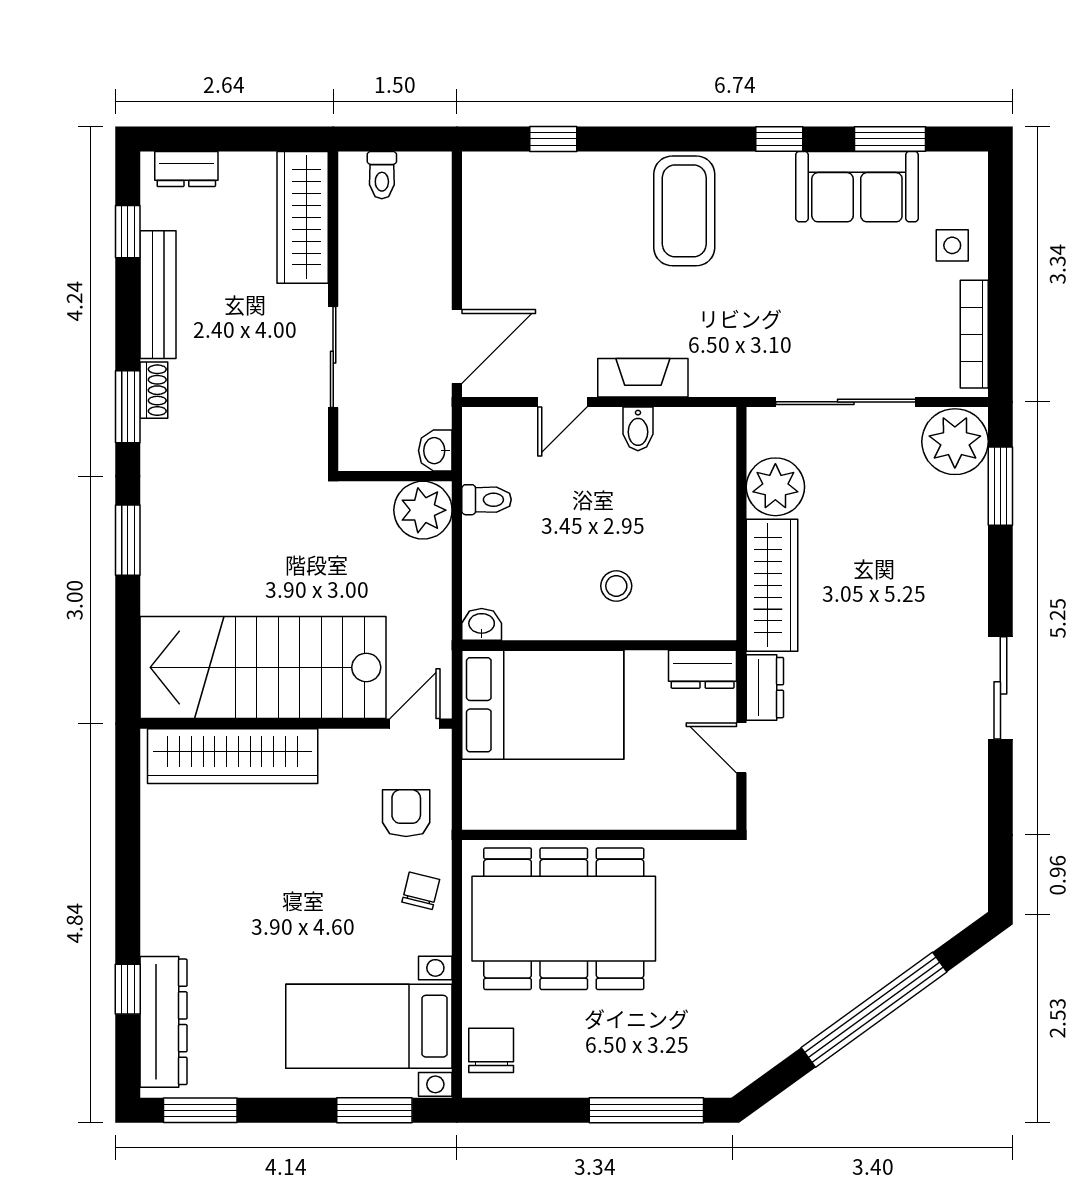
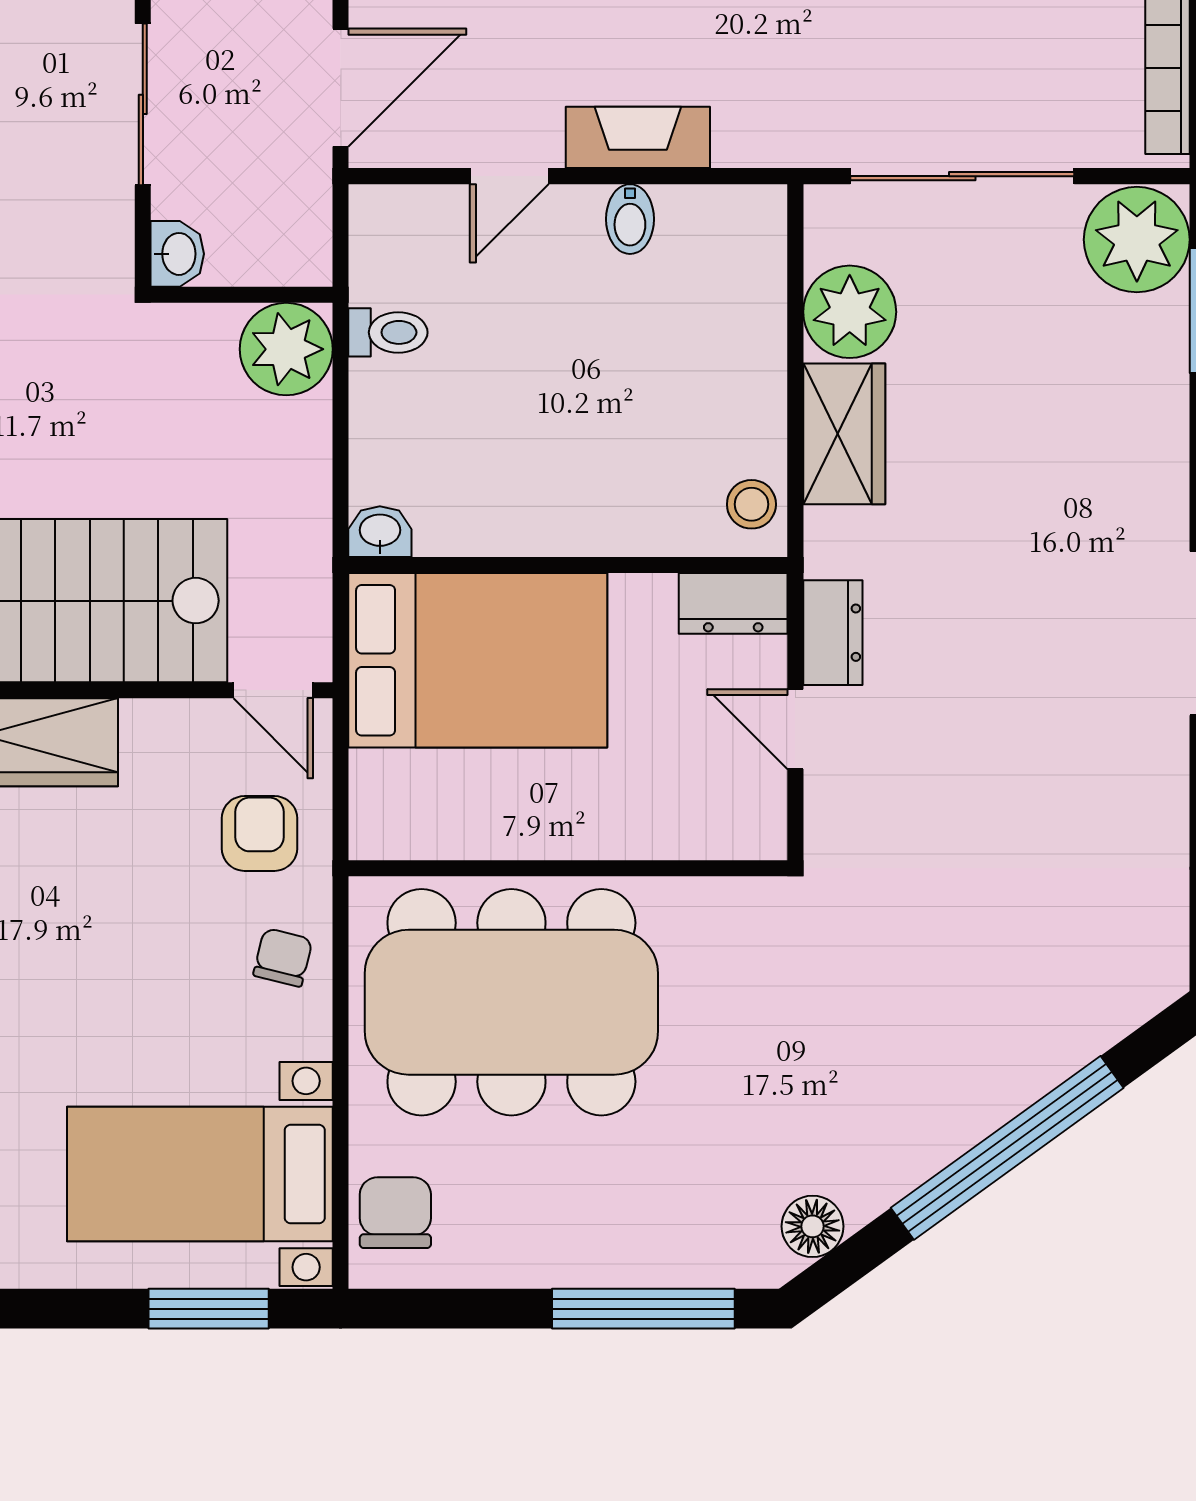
washbasin: (435, 451) -> (177, 254), moved, turned 180
wardrobe: (772, 585) -> (844, 434), width x0.67
stool: (616, 586) -> (751, 504), moved
door: (415, 724) -> (273, 690), swing flipped
floor lamp: (752, 1059) -> (813, 1226), added

